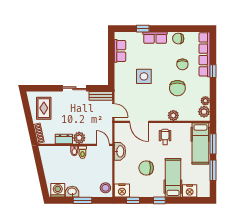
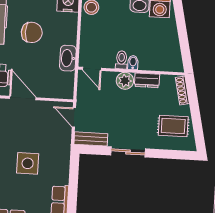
rug: (44, 108) -> (173, 126), turned 90
door: (139, 122) -> (23, 98), moved

